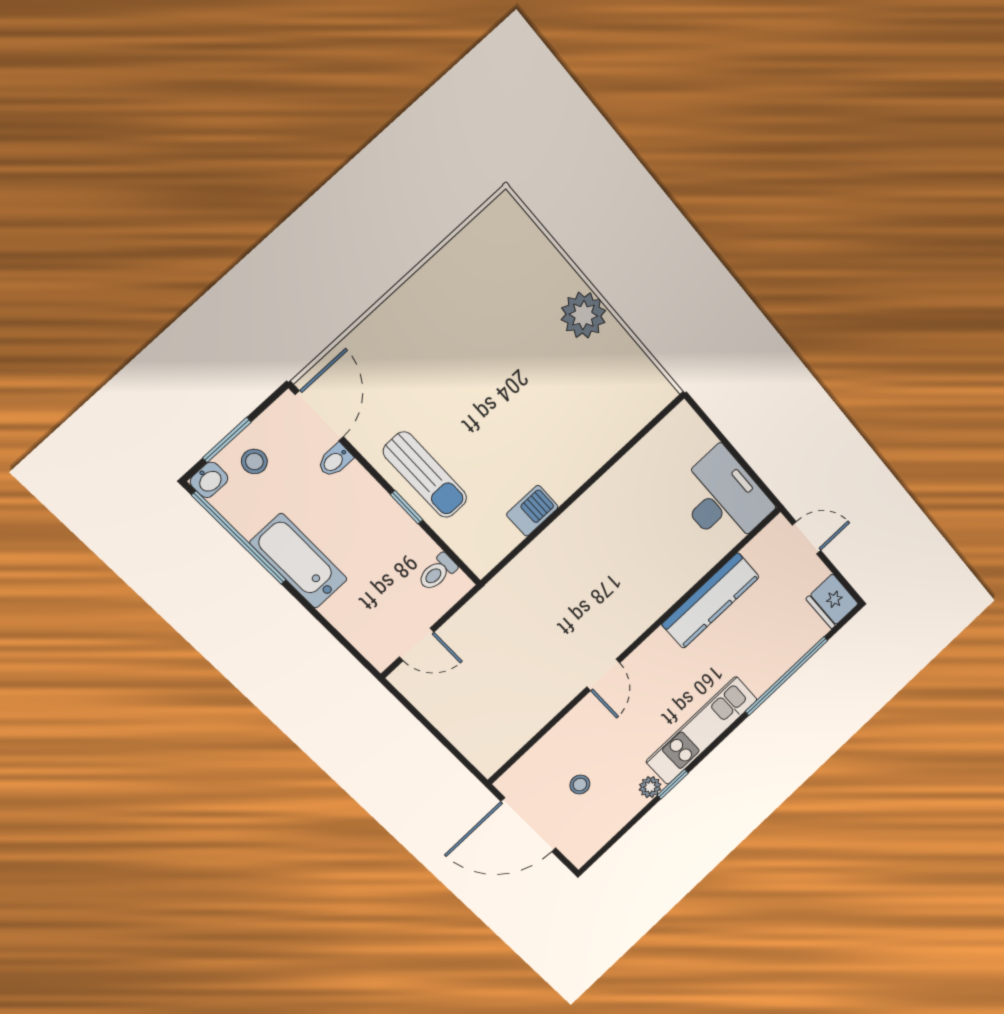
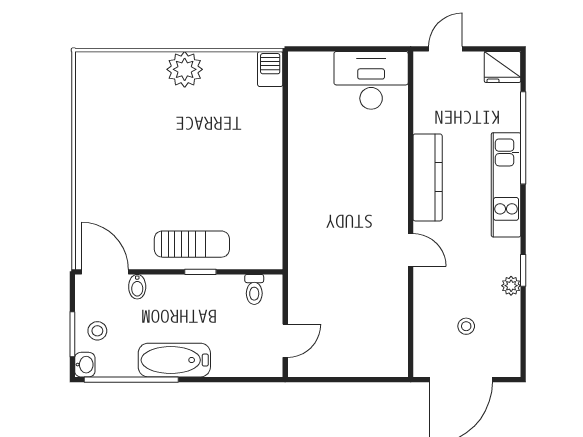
barbecue: (532, 511) -> (270, 69), moved
kitchen counter: (711, 601) -> (428, 177), moved
kitchen unit: (702, 730) -> (506, 185), moved

